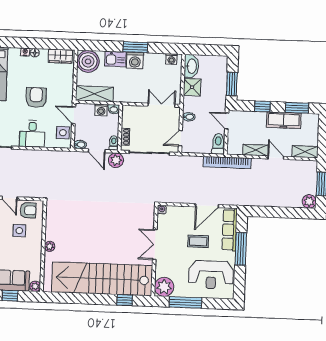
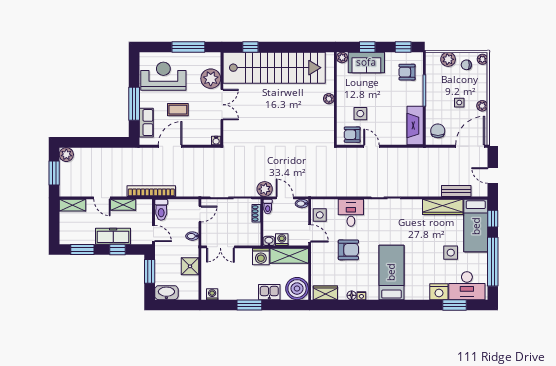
washing machine: (135, 60) -> (261, 257), moved, turned 180
washbasin: (191, 66) -> (166, 293), moved, turned 90
armchair: (36, 97) -> (348, 250), turned -90
freezer: (284, 120) -> (113, 236), moved
row of seats: (230, 230) -> (146, 123), width x0.68
plant: (164, 287) -> (211, 79), moved

